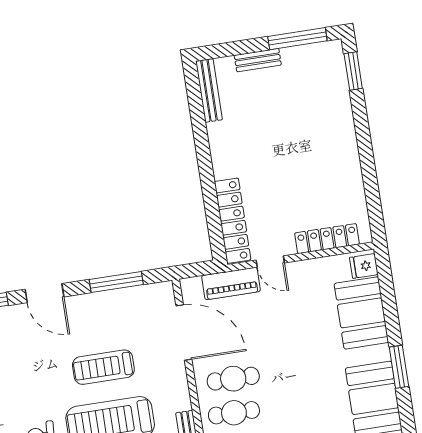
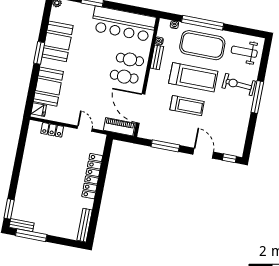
bench: (258, 60) -> (22, 225), moved
locker: (233, 221) -> (92, 176), moved
locker: (327, 239) -> (52, 130), width x0.66
piano: (231, 283) -> (119, 127), moved

